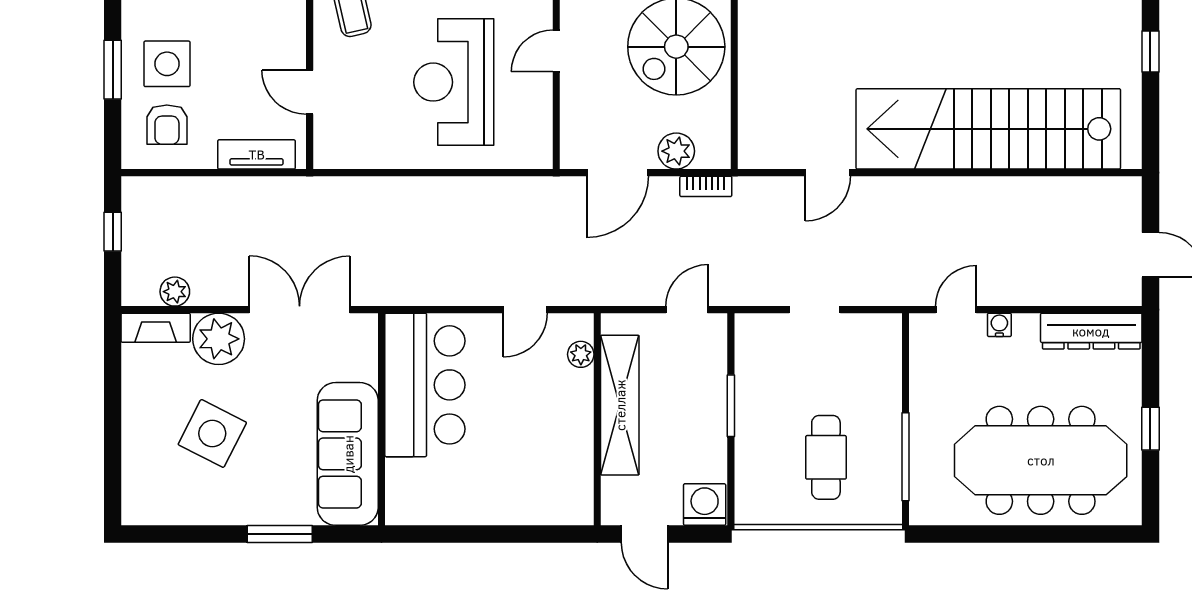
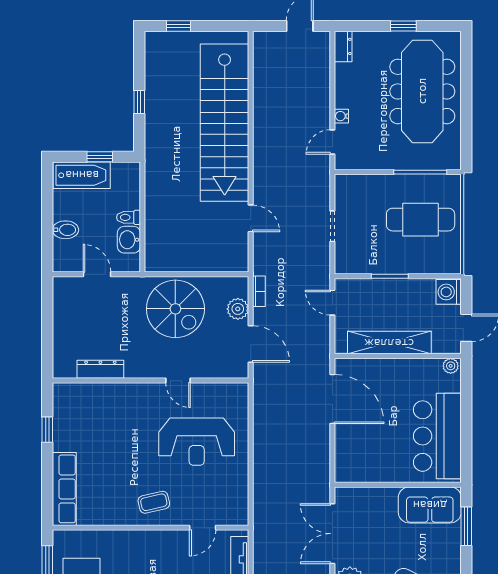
door: (525, 310) -> (332, 399), width x1.87
door: (956, 310) -> (332, 142), hinge flipped
dresser: (1091, 331) -> (343, 46), width x0.51, depth x0.80
plant: (581, 354) -> (451, 366), moved
bar counter: (425, 385) -> (437, 436), moved, turned -90
sofa: (348, 454) -> (430, 505), width x0.73
cafe table: (826, 457) -> (421, 220), width x1.37, depth x1.35
window: (280, 534) -> (466, 526), moved

